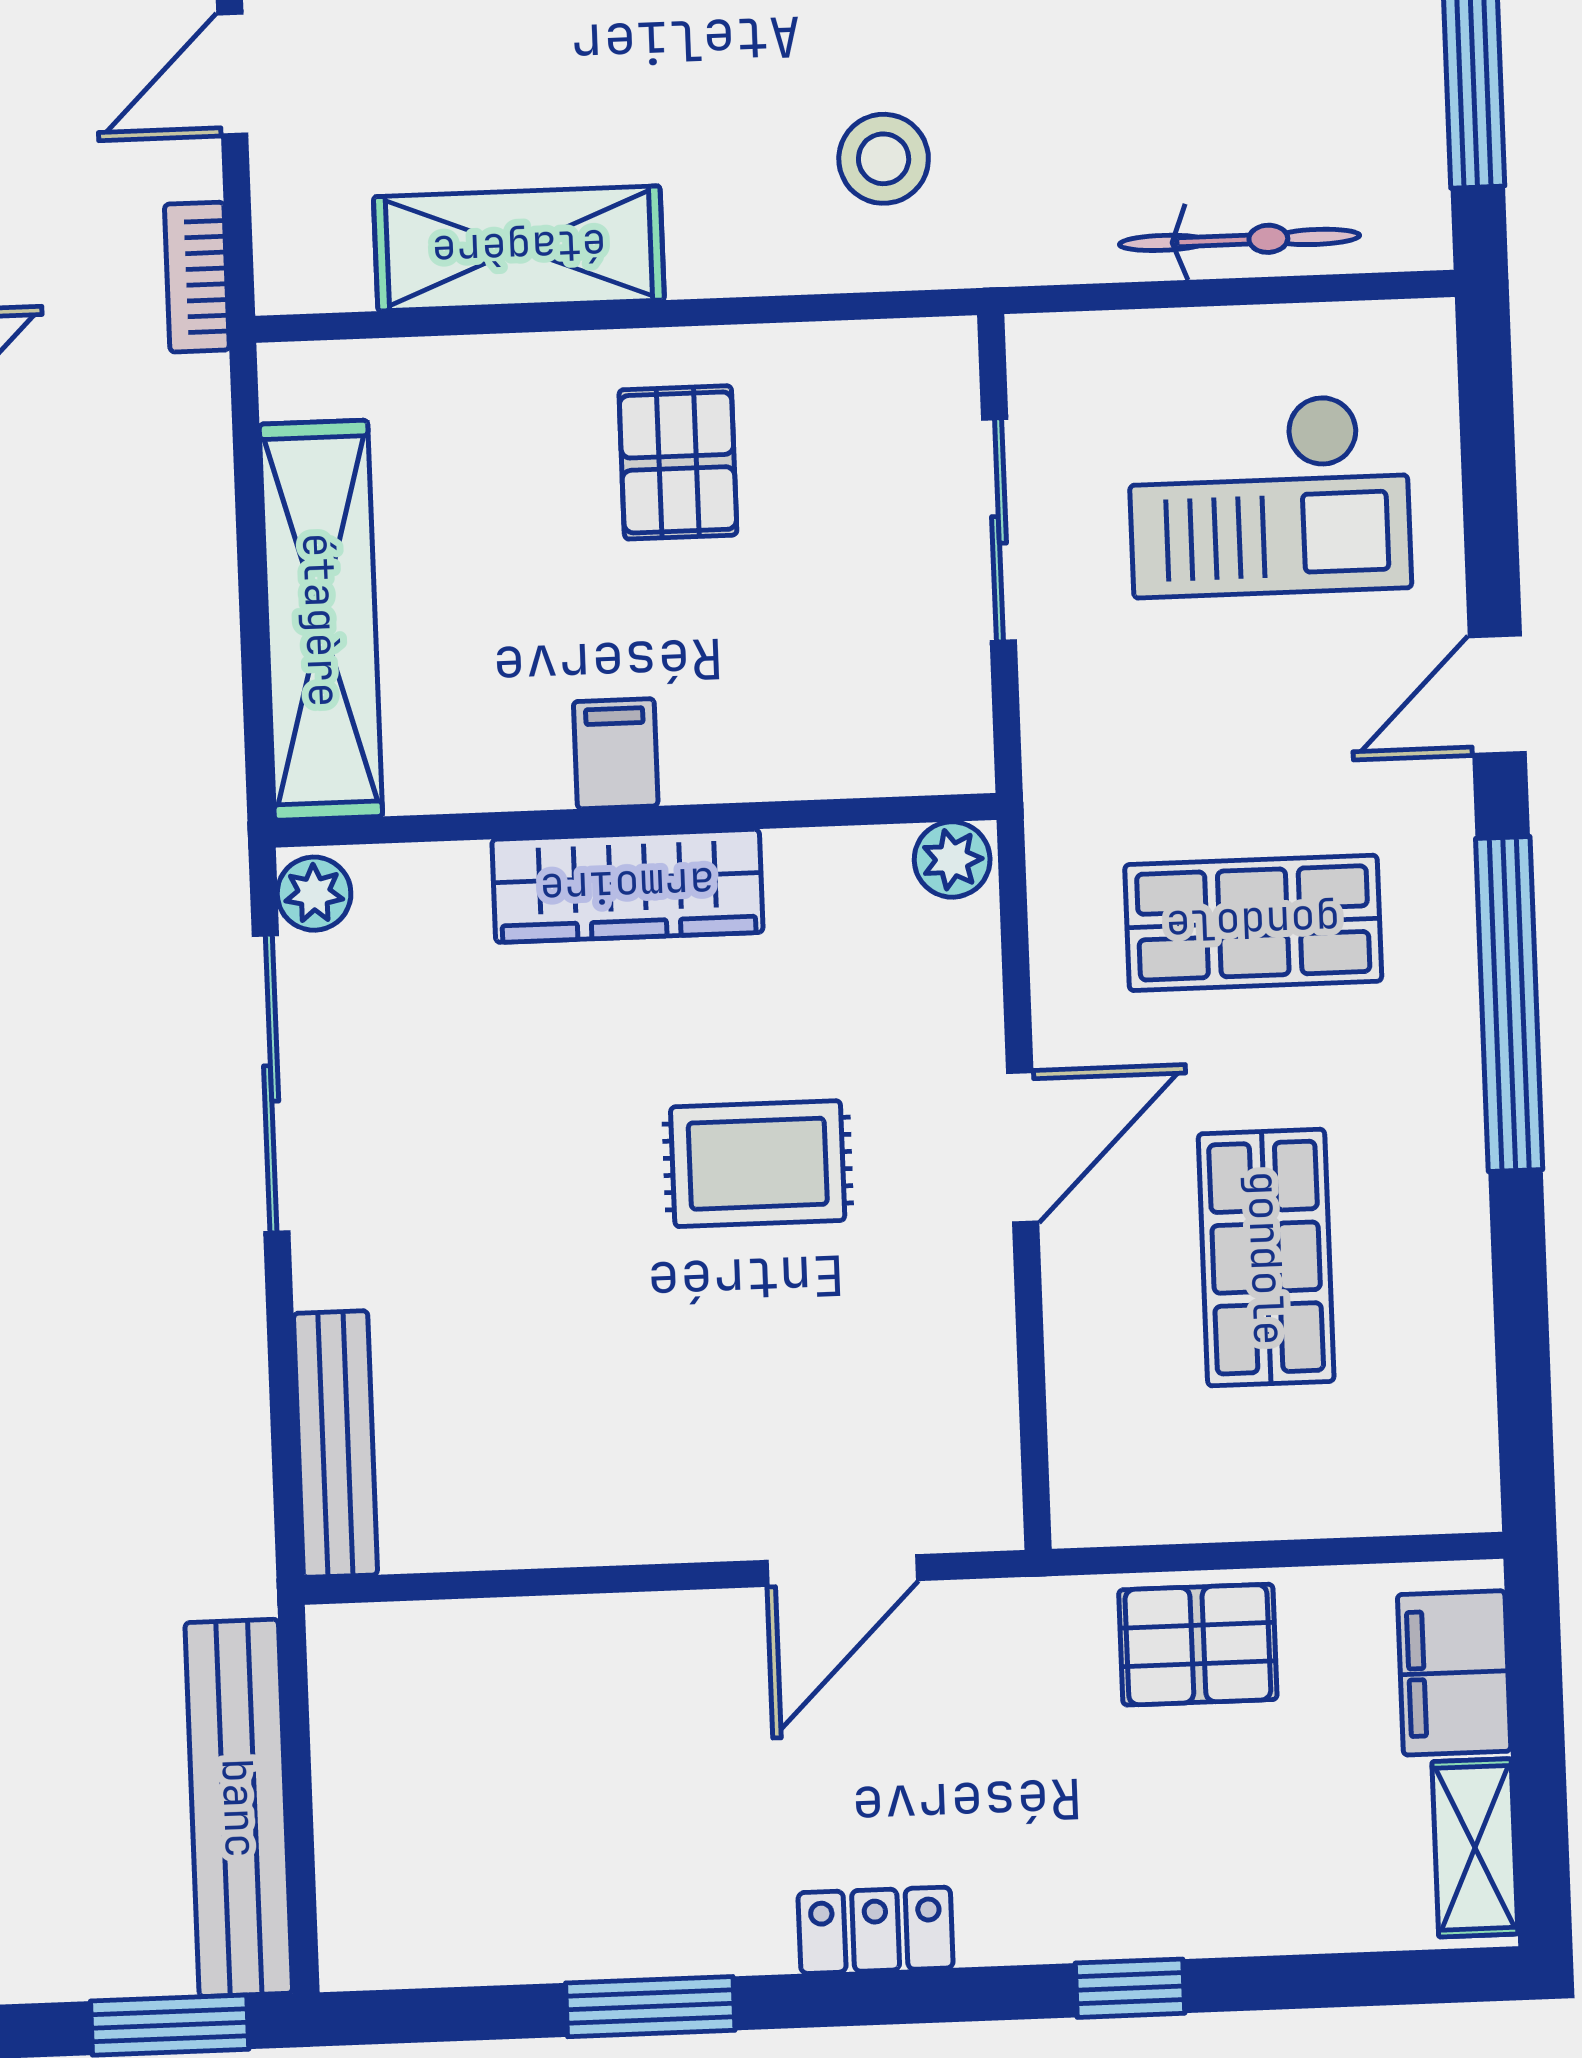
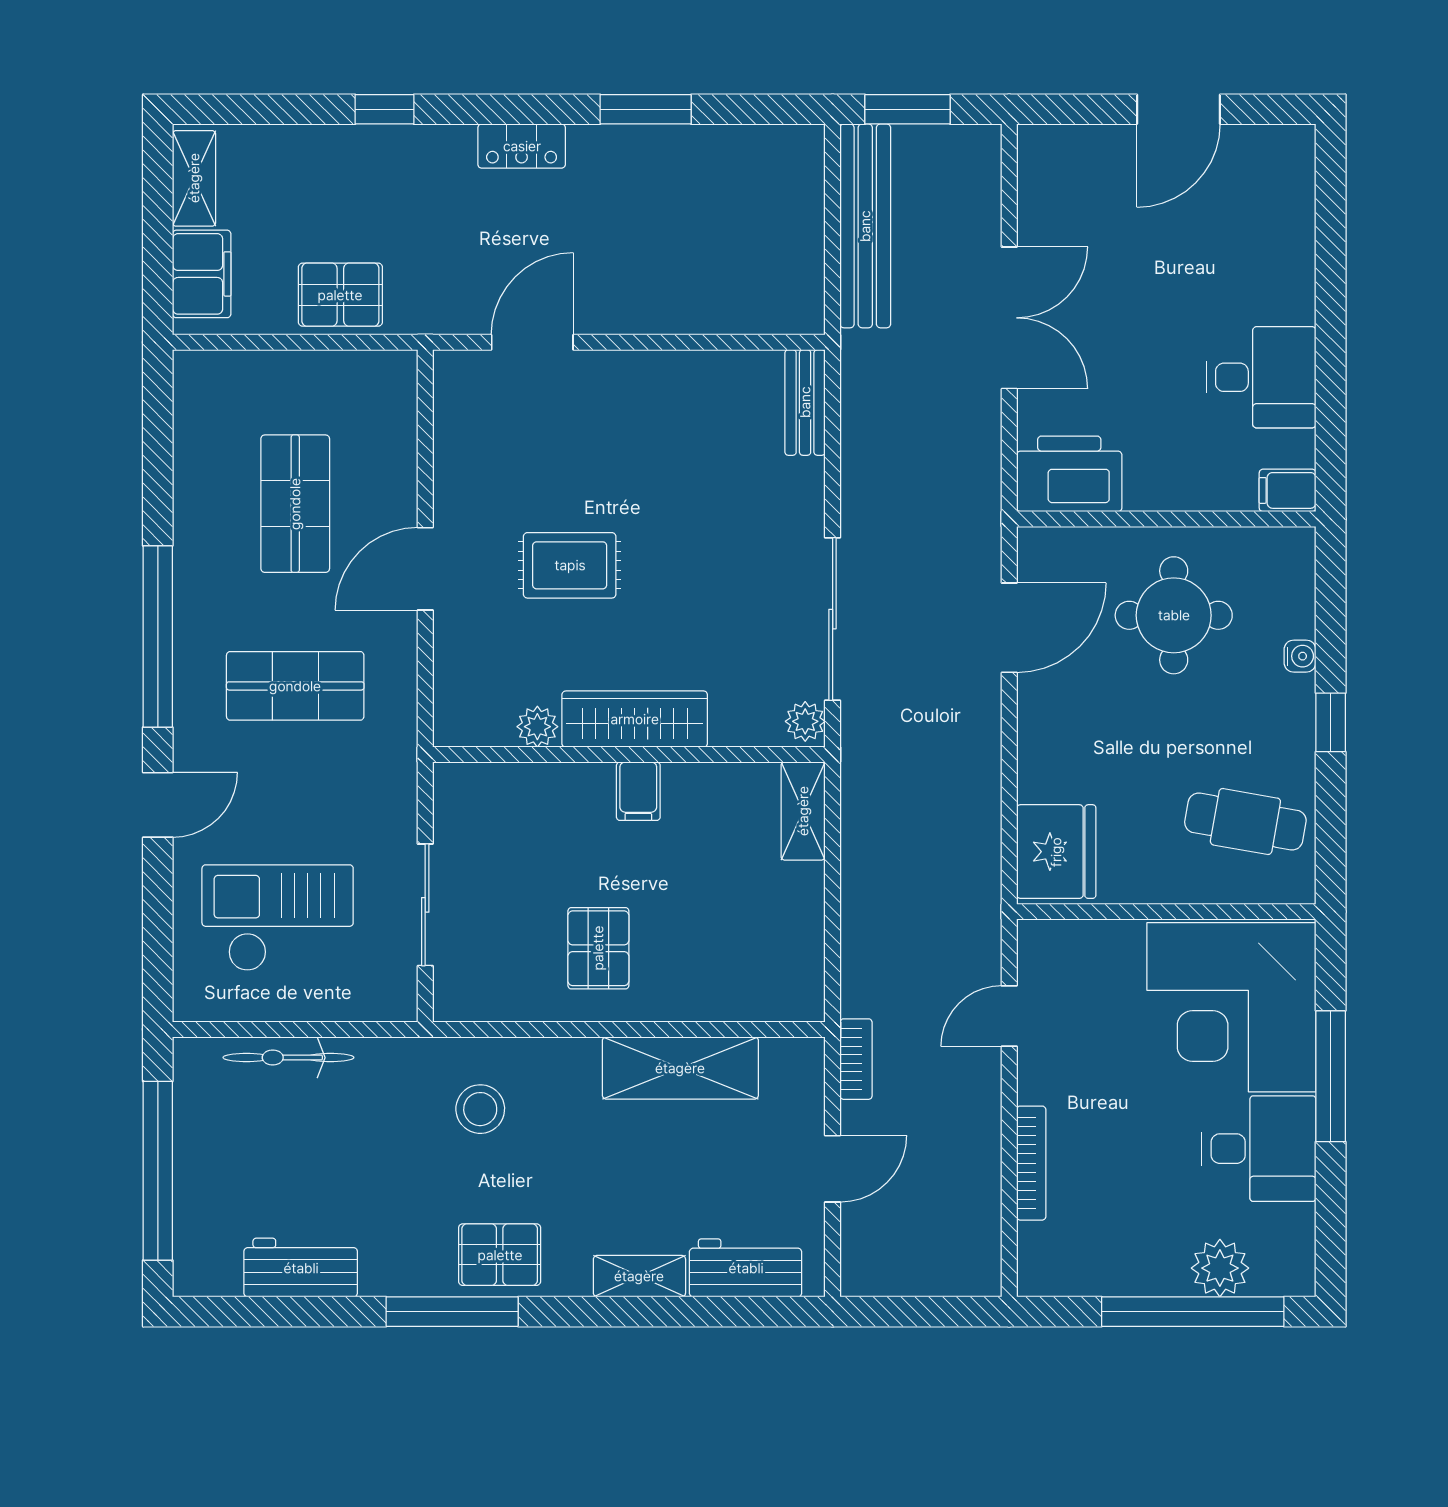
shelving: (321, 620) -> (803, 811), width x0.45, depth x0.75
plant: (952, 859) -> (537, 727), moved
bench: (336, 1444) -> (805, 402), width x0.73

